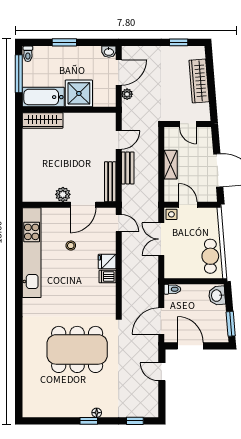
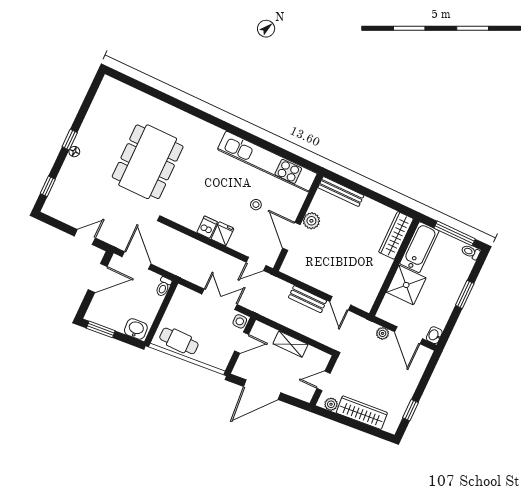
plant: (204, 109) -> (331, 404), added
bench: (110, 182) -> (341, 191), moved

